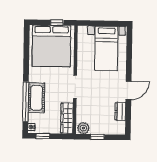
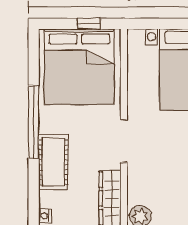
window: (26, 102) -> (34, 122), moved

